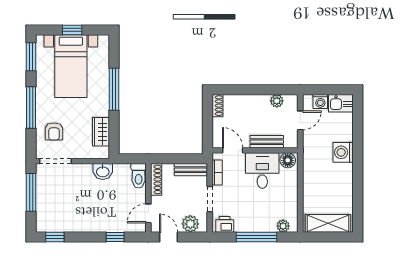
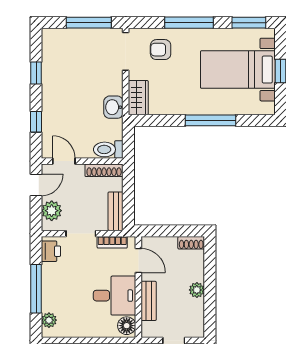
plant: (277, 101) -> (197, 290), moved
wardrobe: (101, 132) -> (138, 98), moved, turned 90
door: (233, 150) -> (138, 260), hinge flipped
window: (55, 237) -> (36, 73), moved

